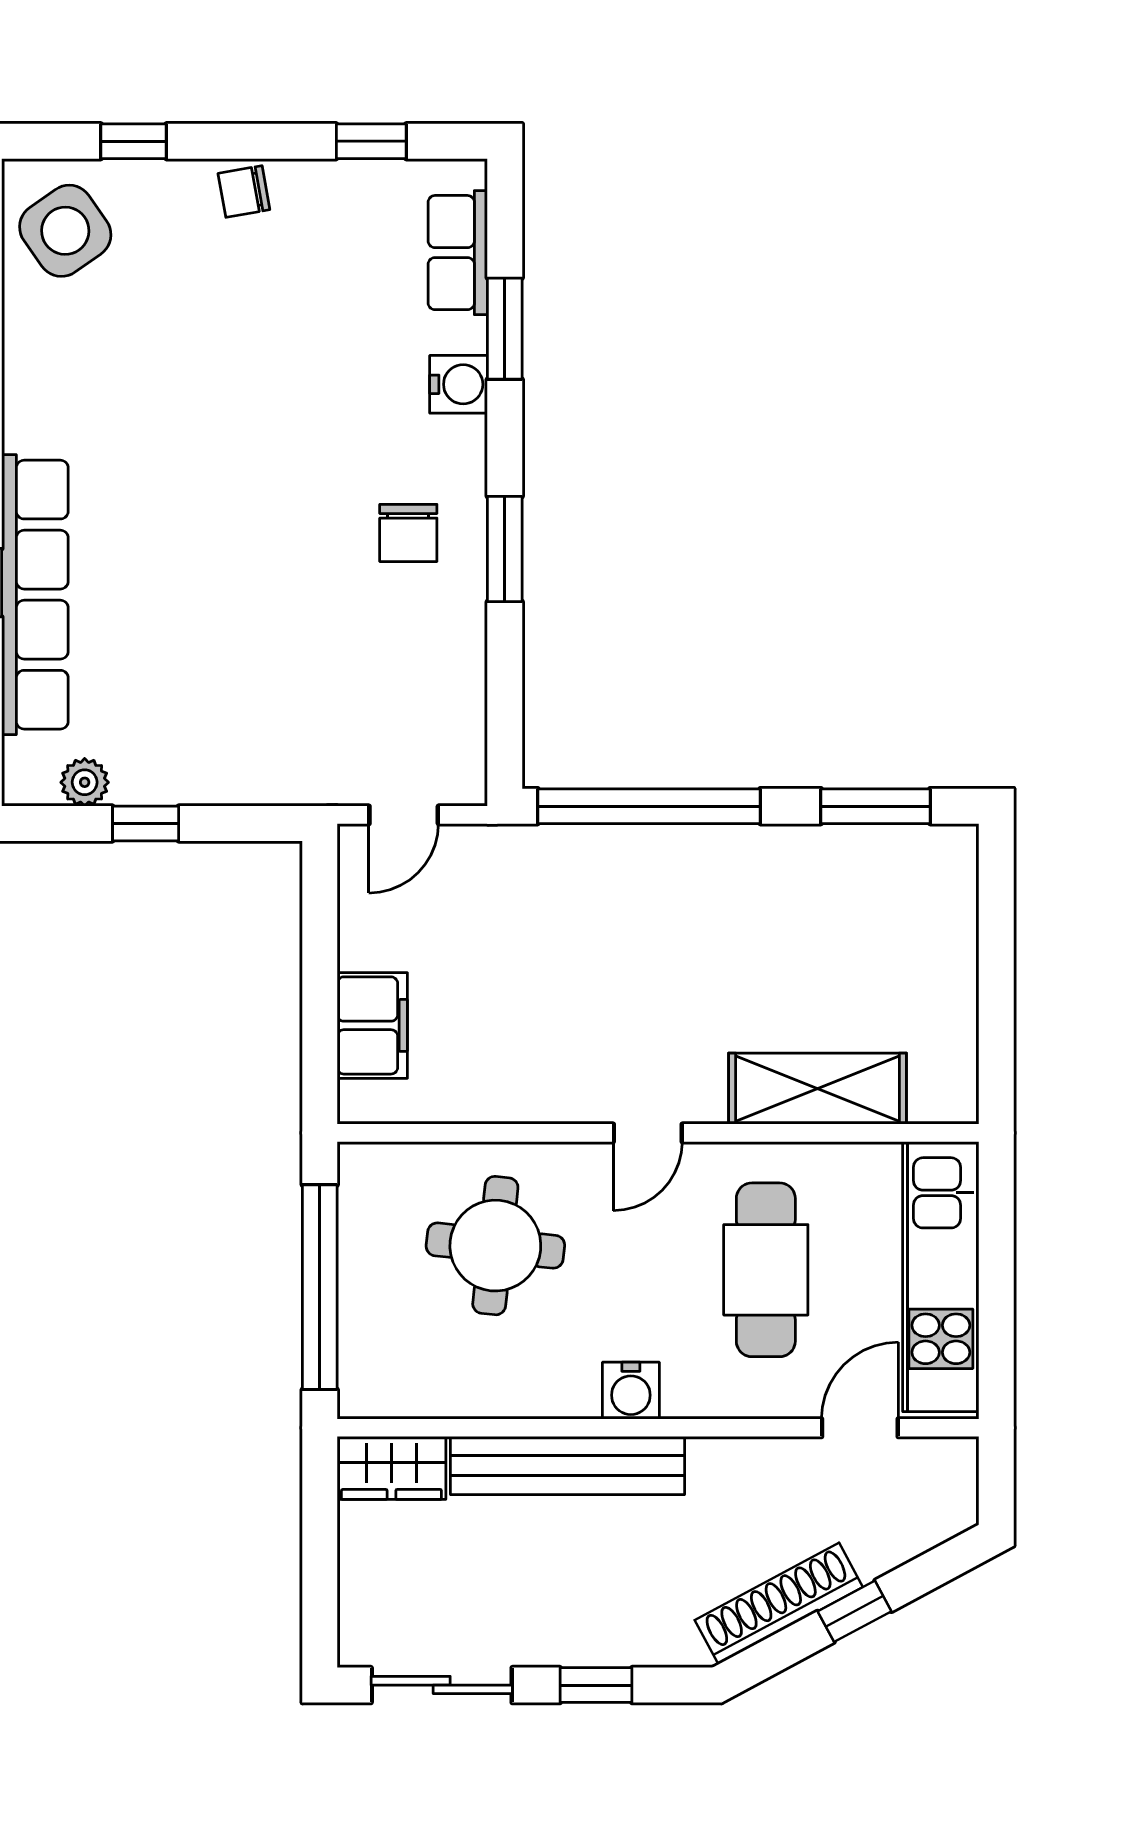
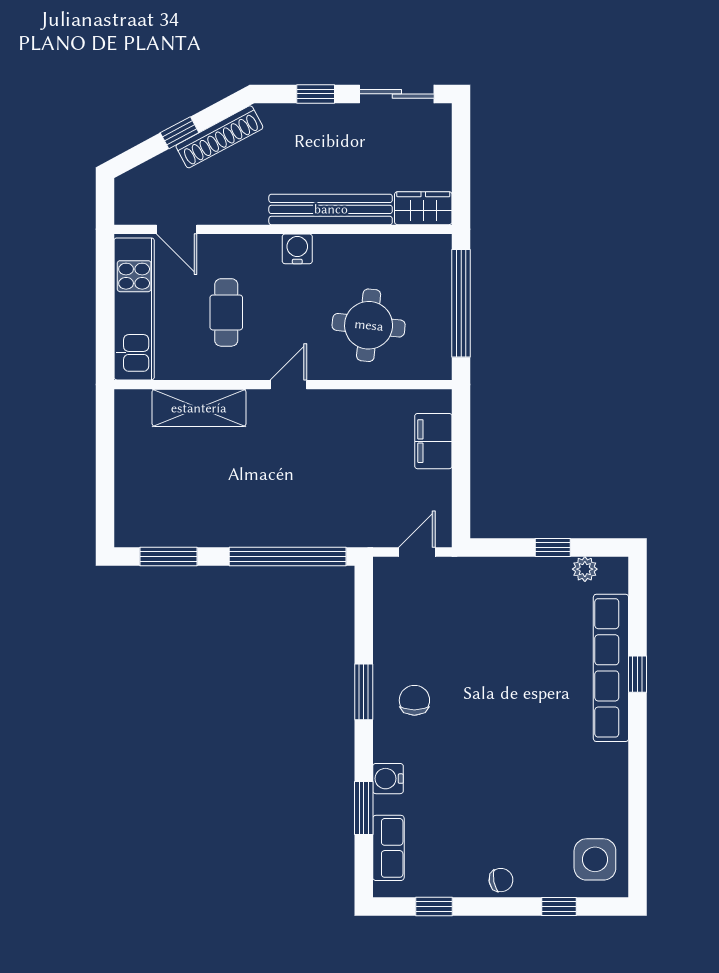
side table: (65, 231) -> (595, 859), turned 35
cafe table: (766, 1270) -> (226, 312), width x0.73, depth x0.74
door: (860, 1428) -> (177, 229), hinge flipped

